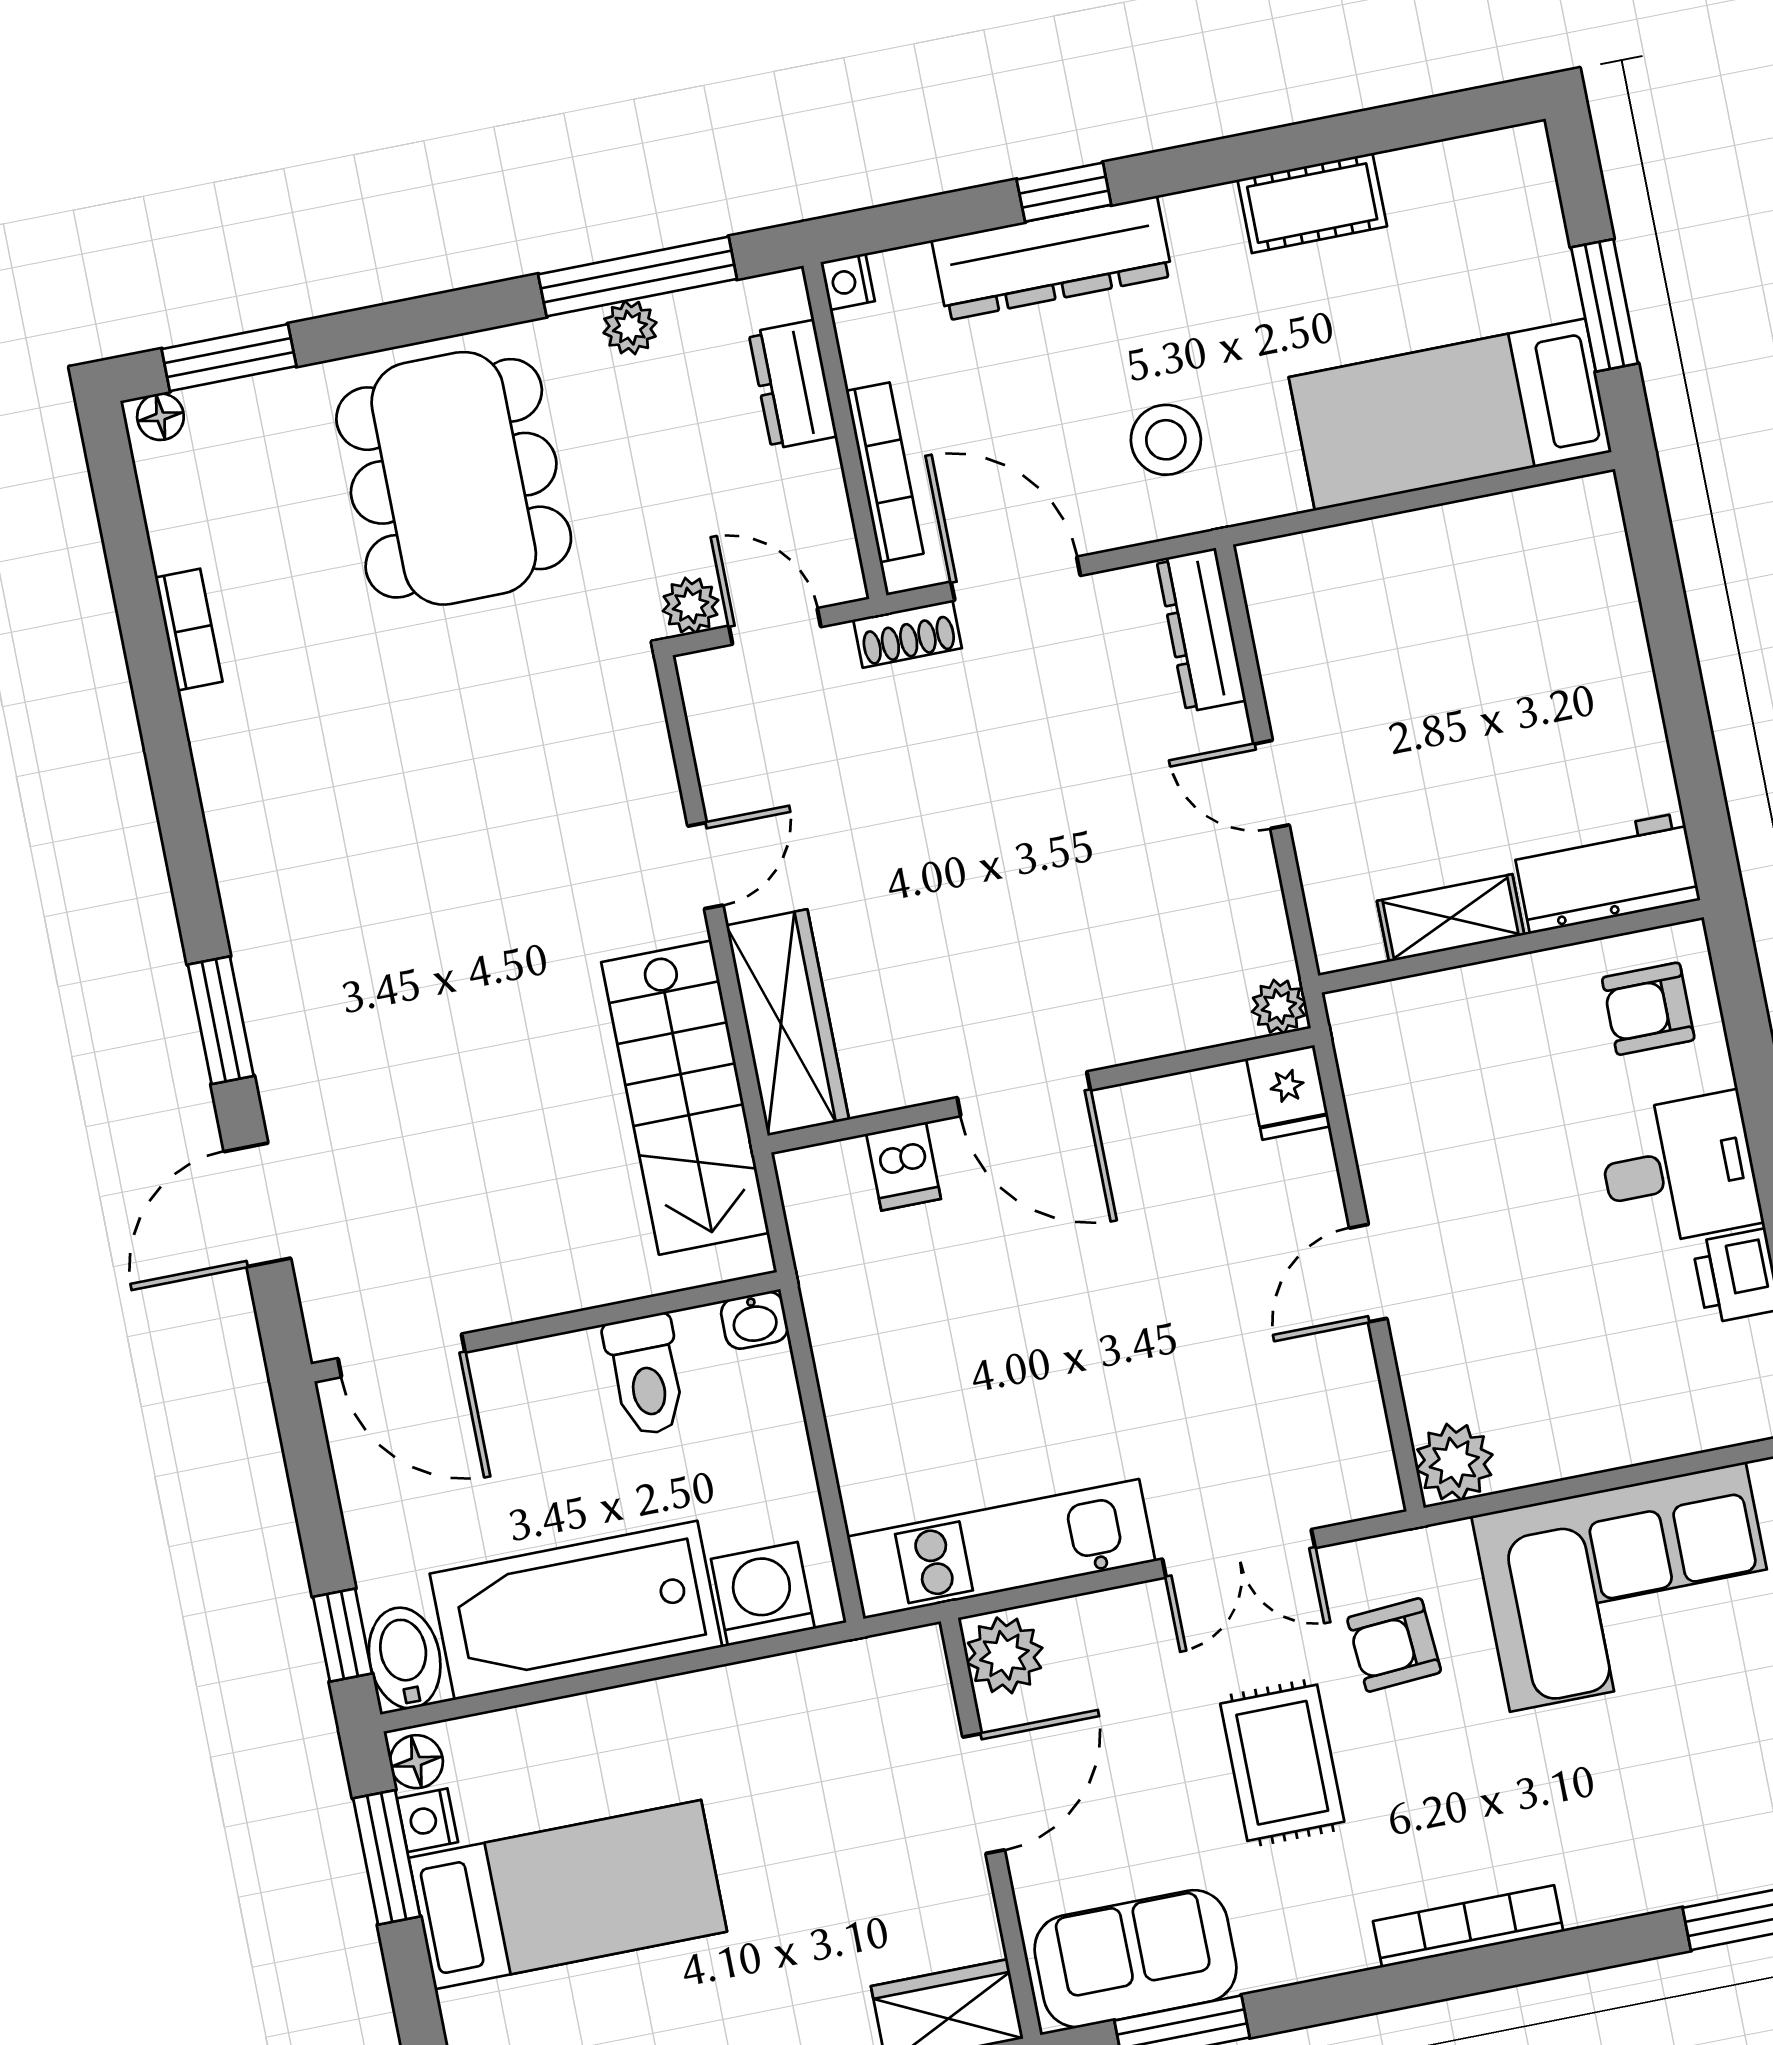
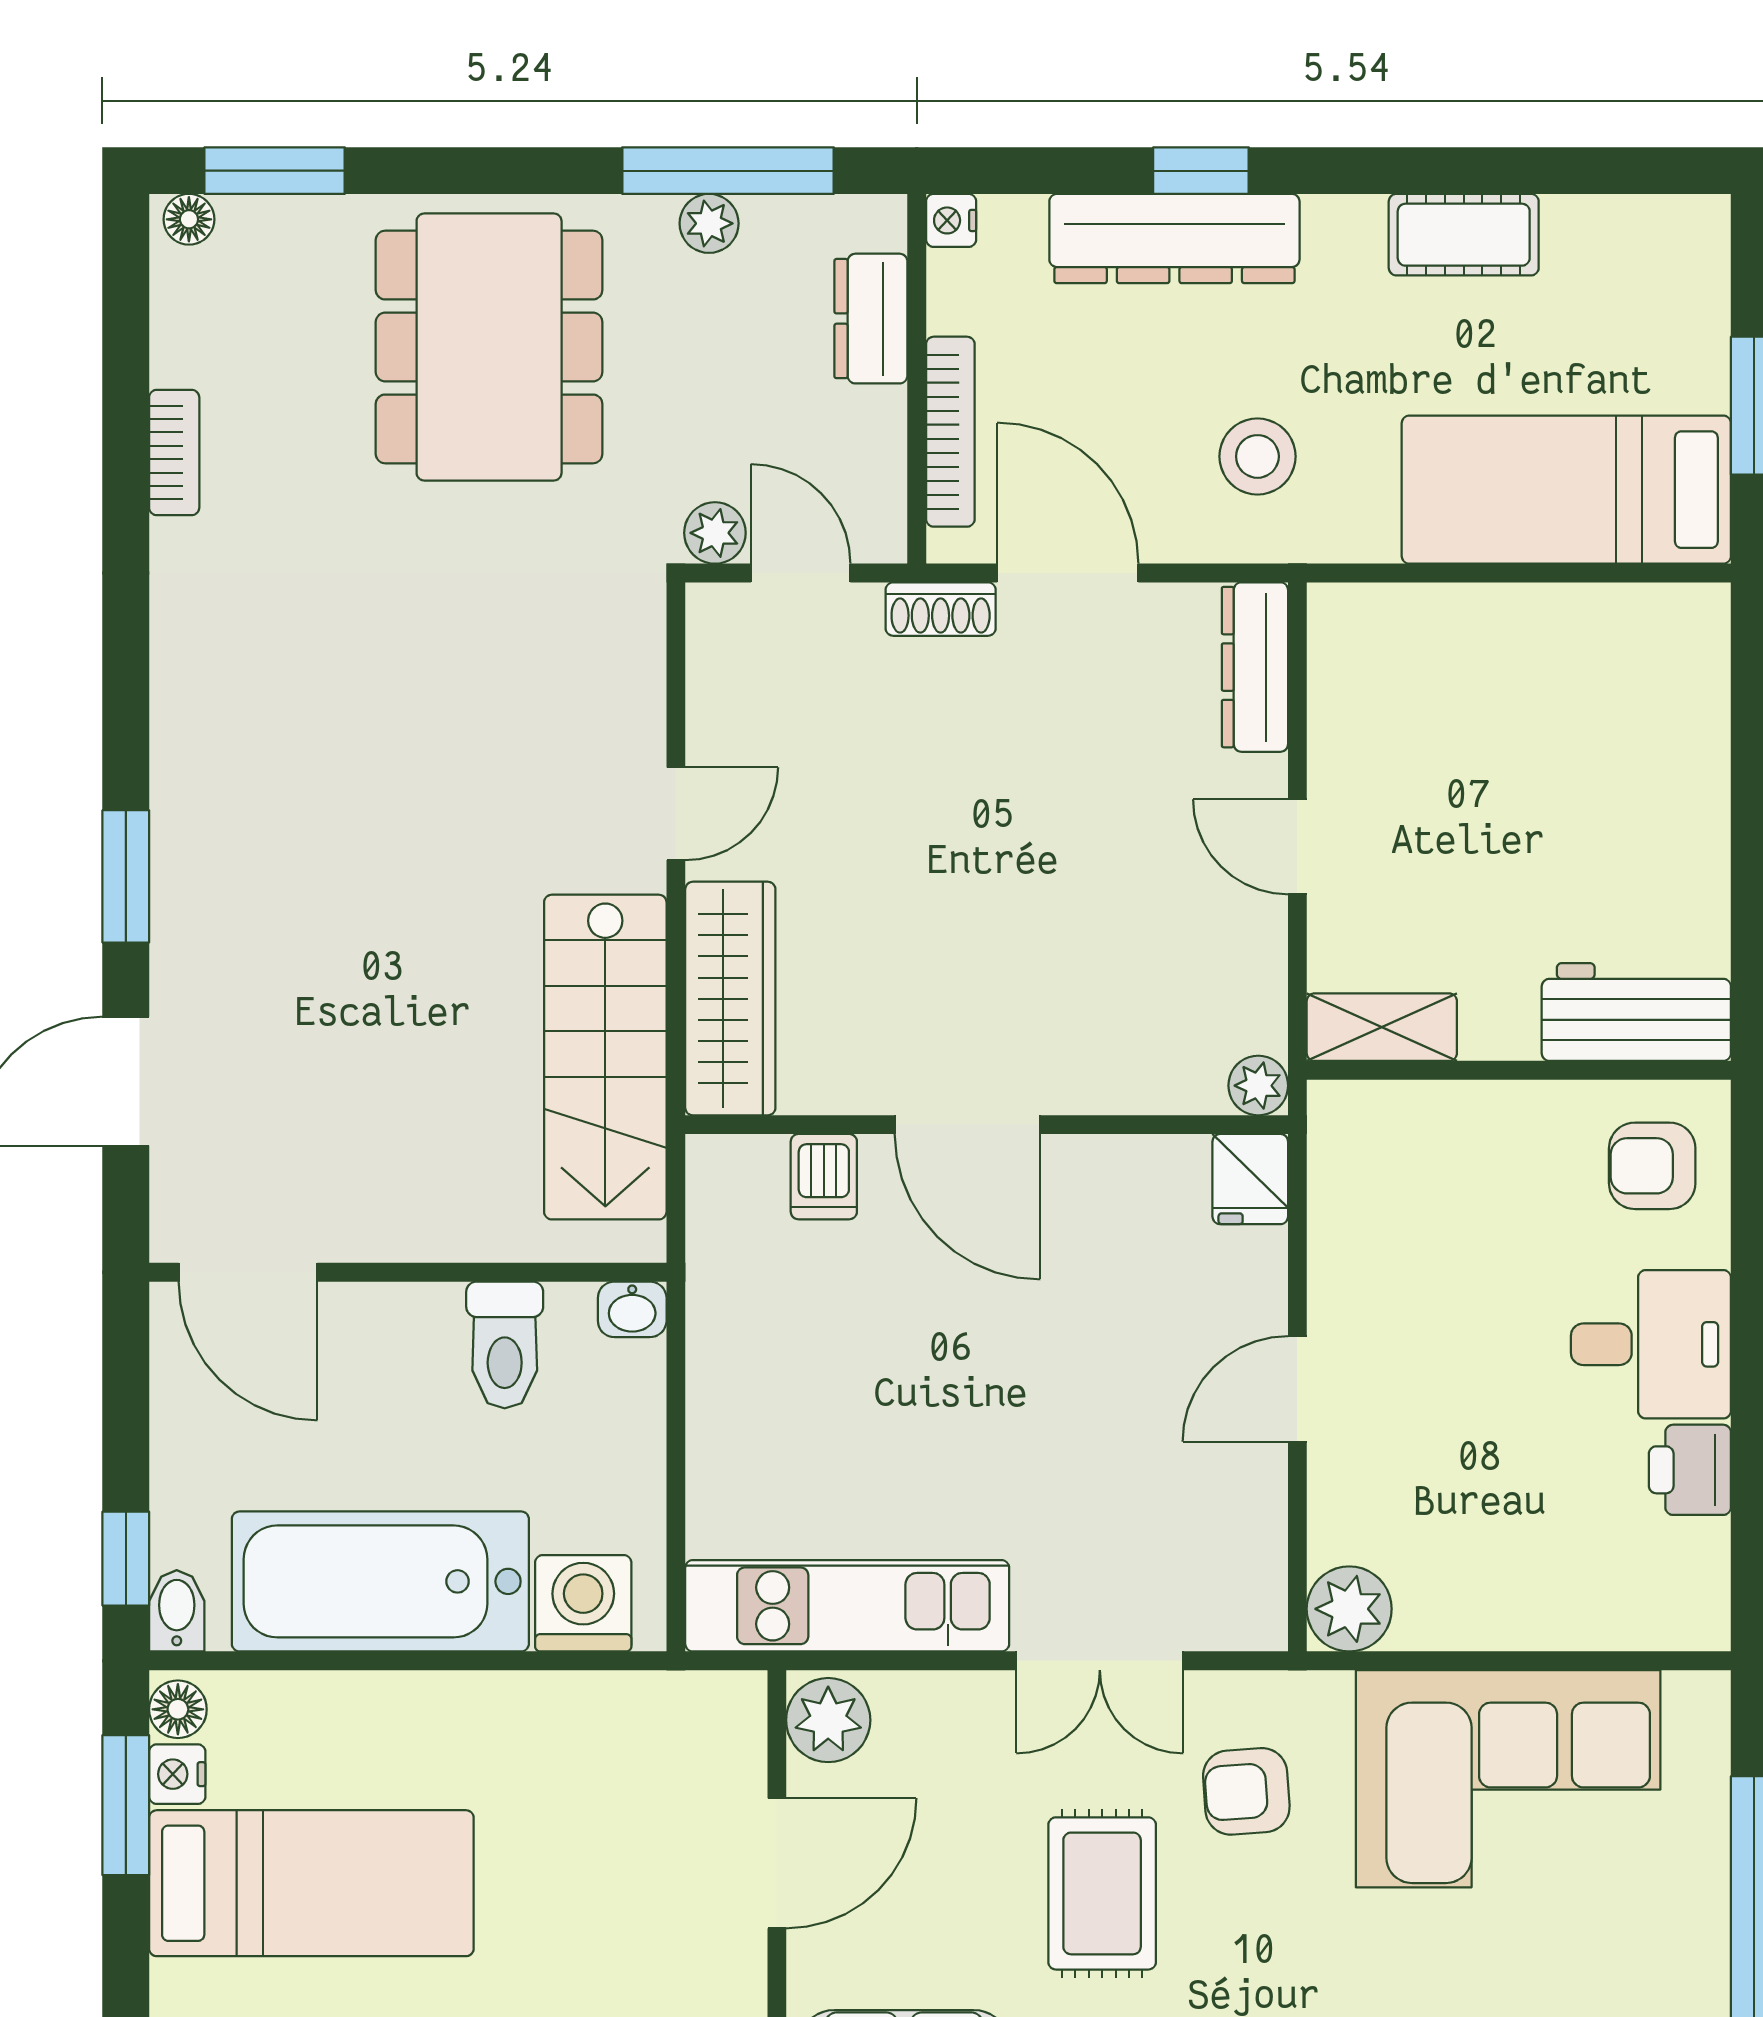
shelving: (1451, 918) -> (1382, 1027), moved
bidet: (405, 1658) -> (177, 1611), width x0.72, depth x0.74

